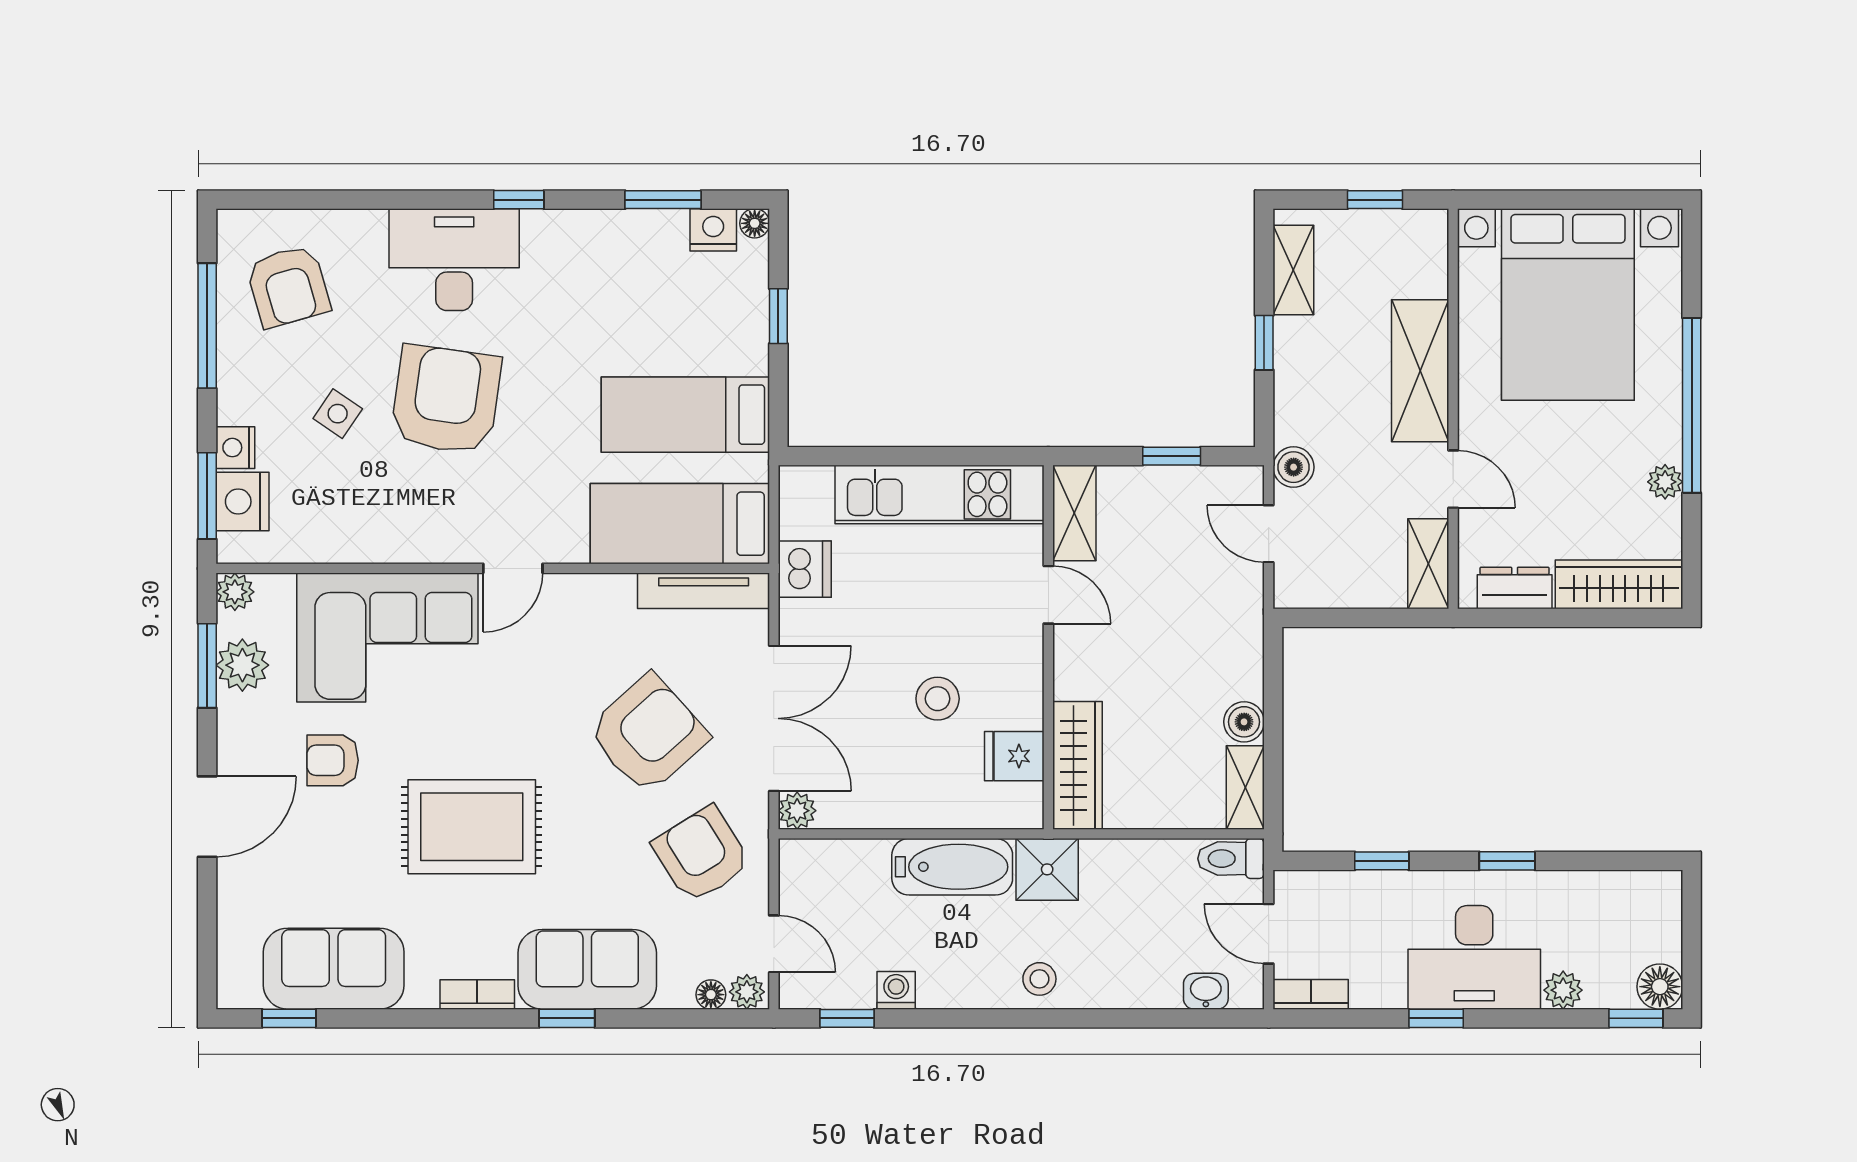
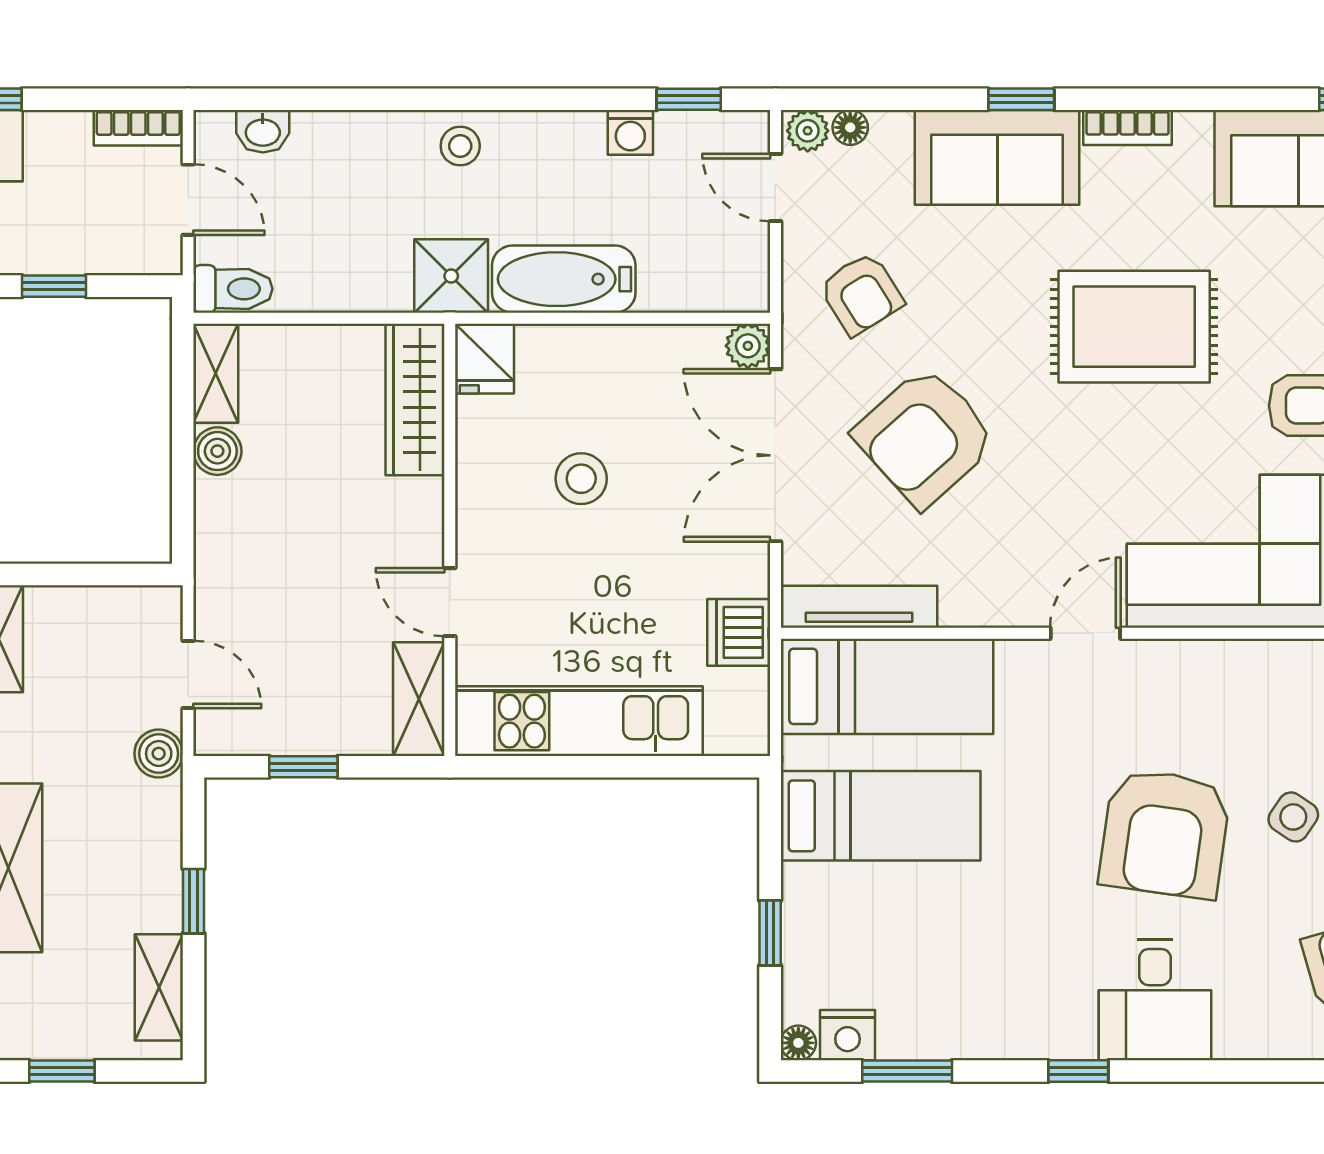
desk: (454, 260) -> (1155, 1000), width x0.73
fridge: (1014, 756) -> (485, 359), moved, turned 90
armchair: (702, 854) -> (861, 294), width x0.72, depth x0.72

